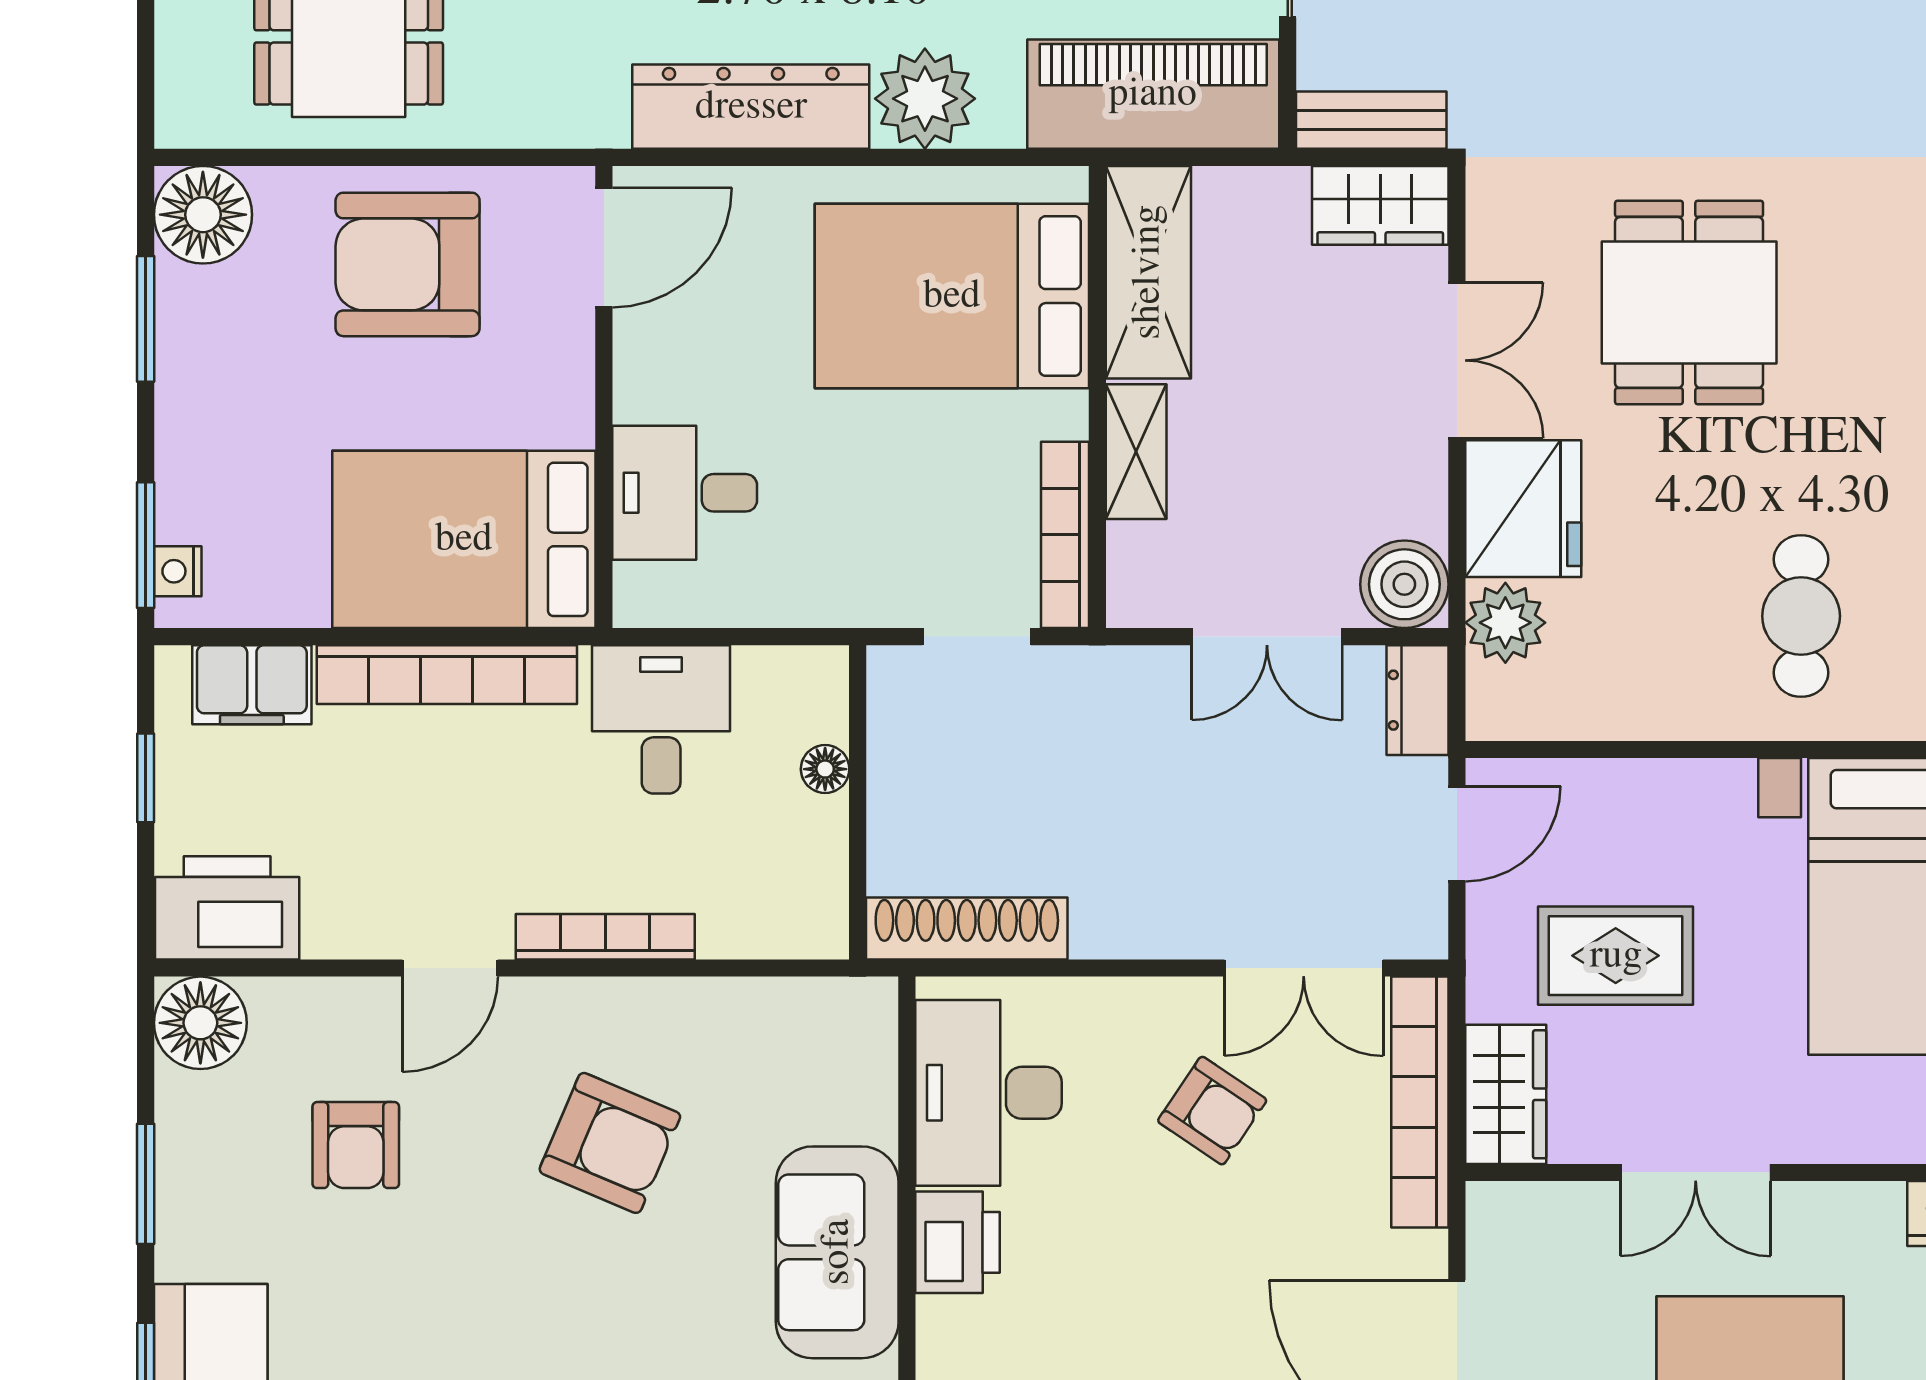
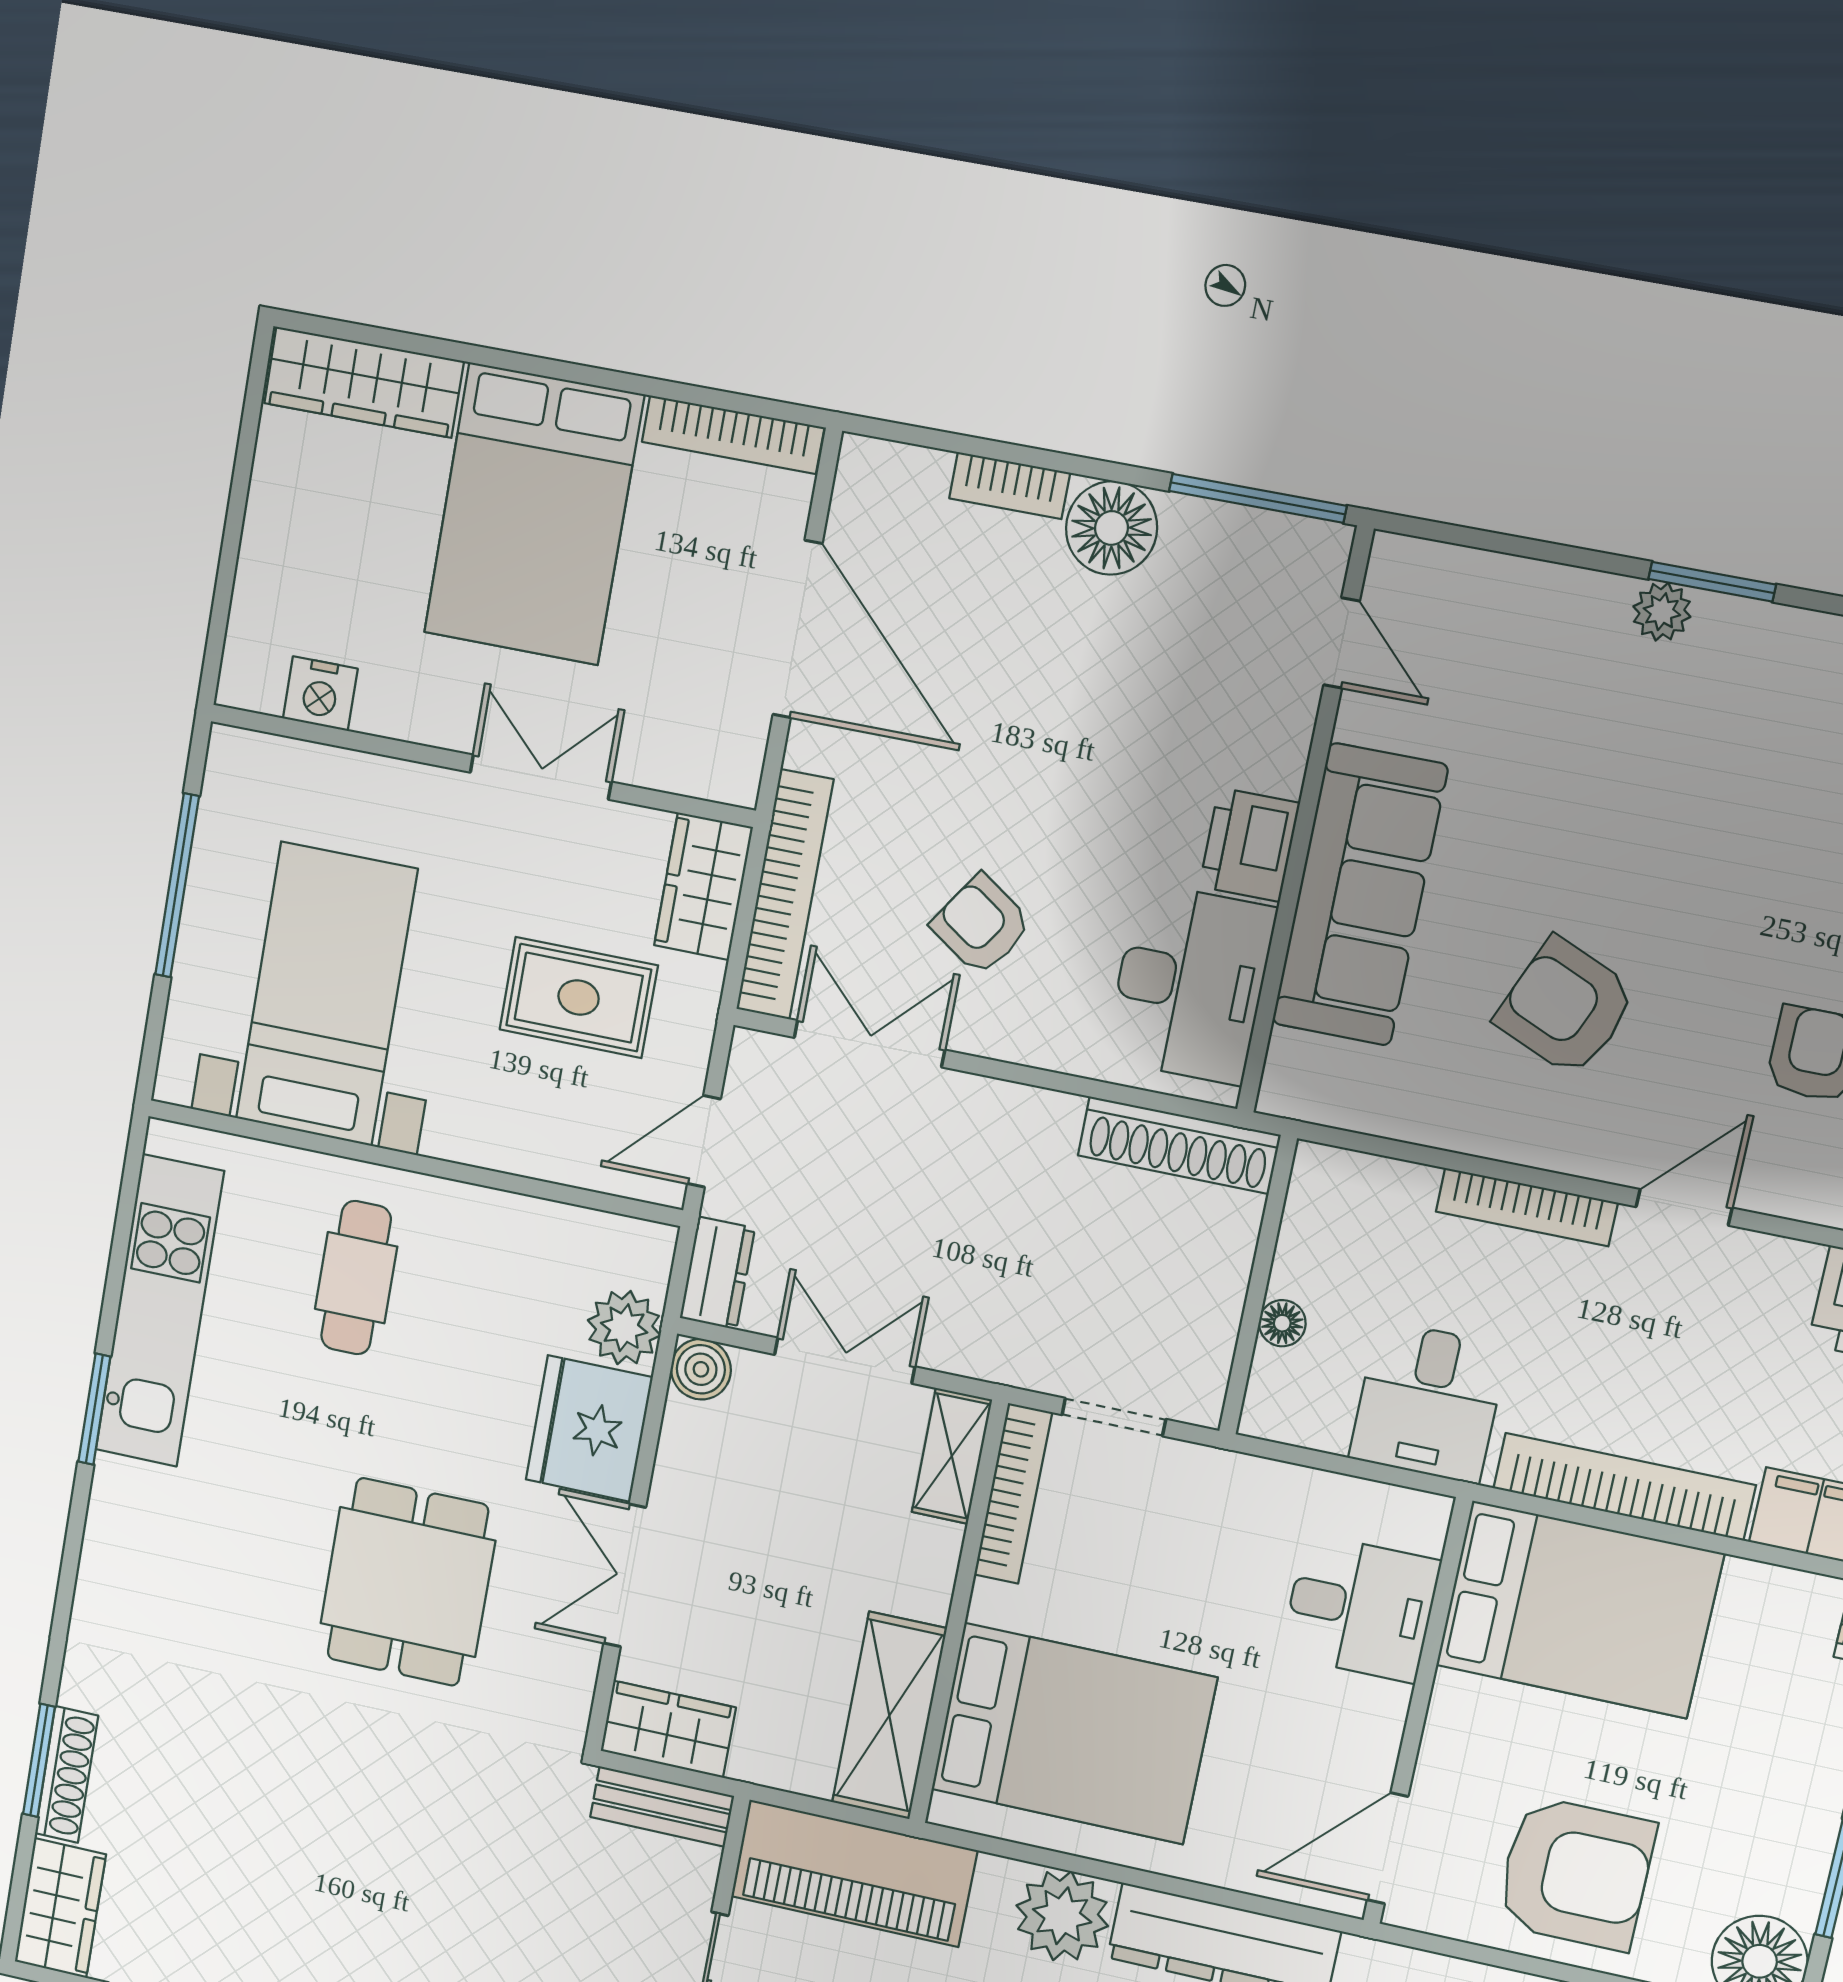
shelving: (1136, 452) -> (952, 1456), moved
boiler: (1404, 584) -> (701, 1369), width x0.73, depth x0.73
sofa: (837, 1252) -> (1360, 895), width x1.36

